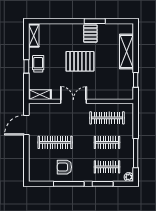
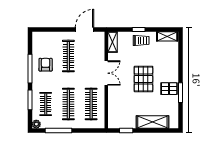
door: (26, 125) -> (84, 29), hinge flipped
clothes rail: (107, 142) -> (68, 104), width x1.36

